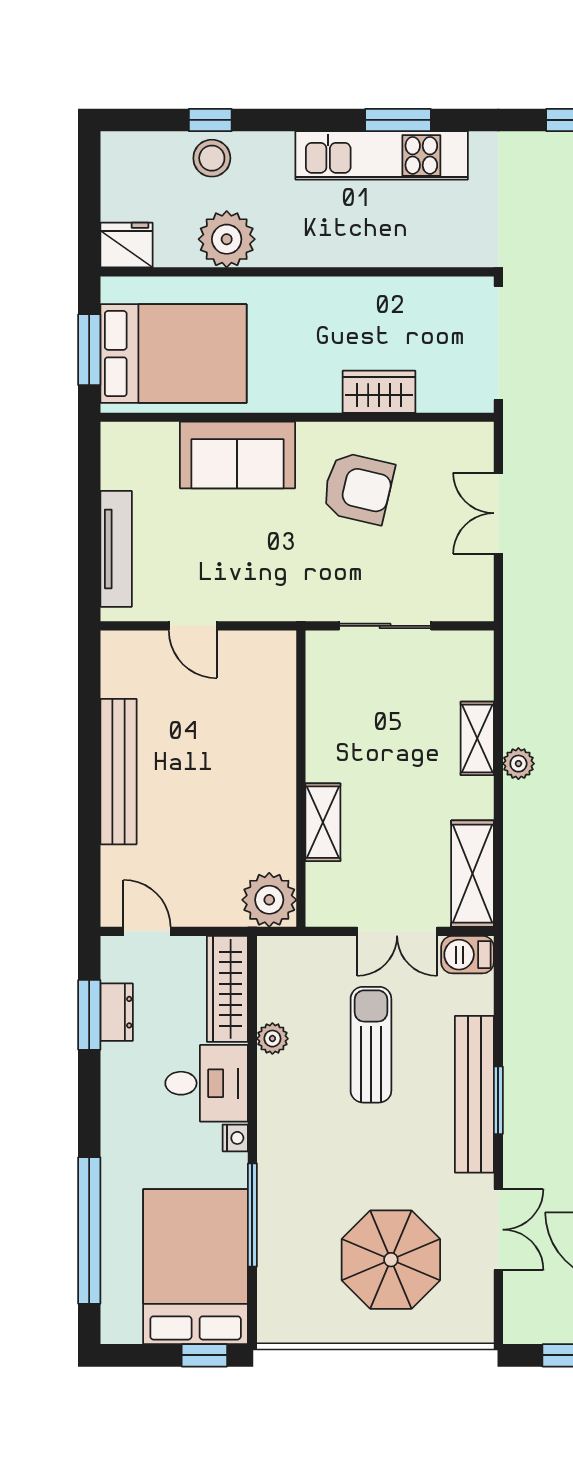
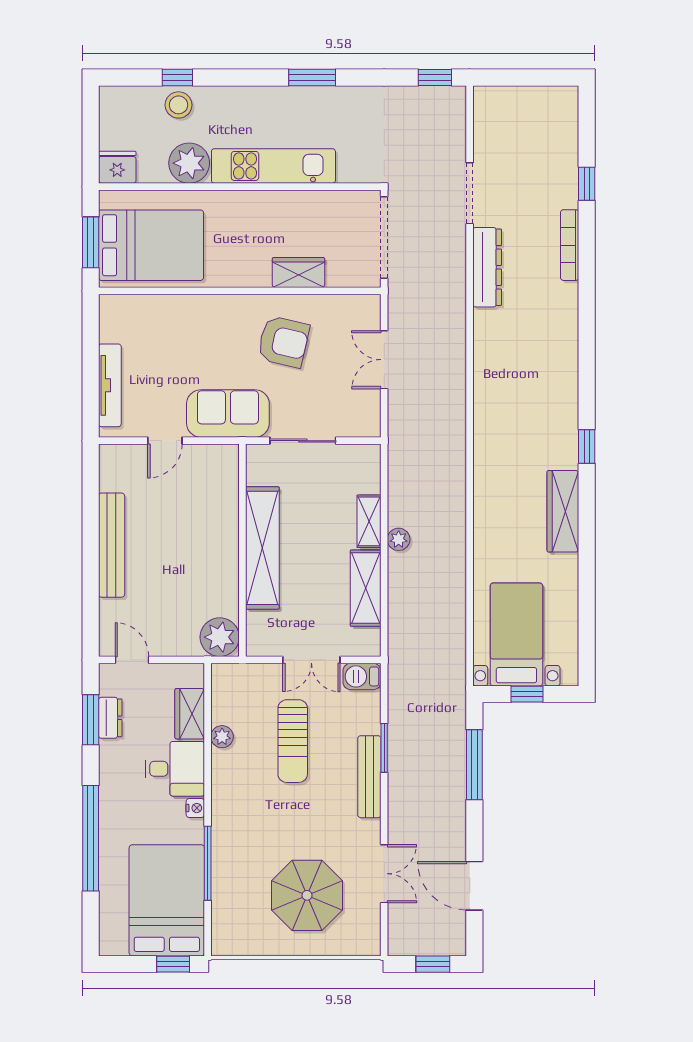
kitchen unit: (382, 155) -> (273, 166), moved, turned 180
sofa: (237, 455) -> (228, 414), moved, turned 180
door: (193, 626) -> (165, 441), hinge flipped
shelving: (323, 822) -> (262, 548), width x2.20, depth x1.33
shelving: (473, 874) -> (366, 588), moved
wardrobe: (227, 989) -> (190, 714), width x0.67
sun lounger: (371, 1045) -> (293, 741), turned 180
bench: (474, 1094) -> (369, 777), width x0.73, depth x0.82
window: (498, 1100) -> (384, 748), moved
window: (89, 1230) -> (91, 838), moved

